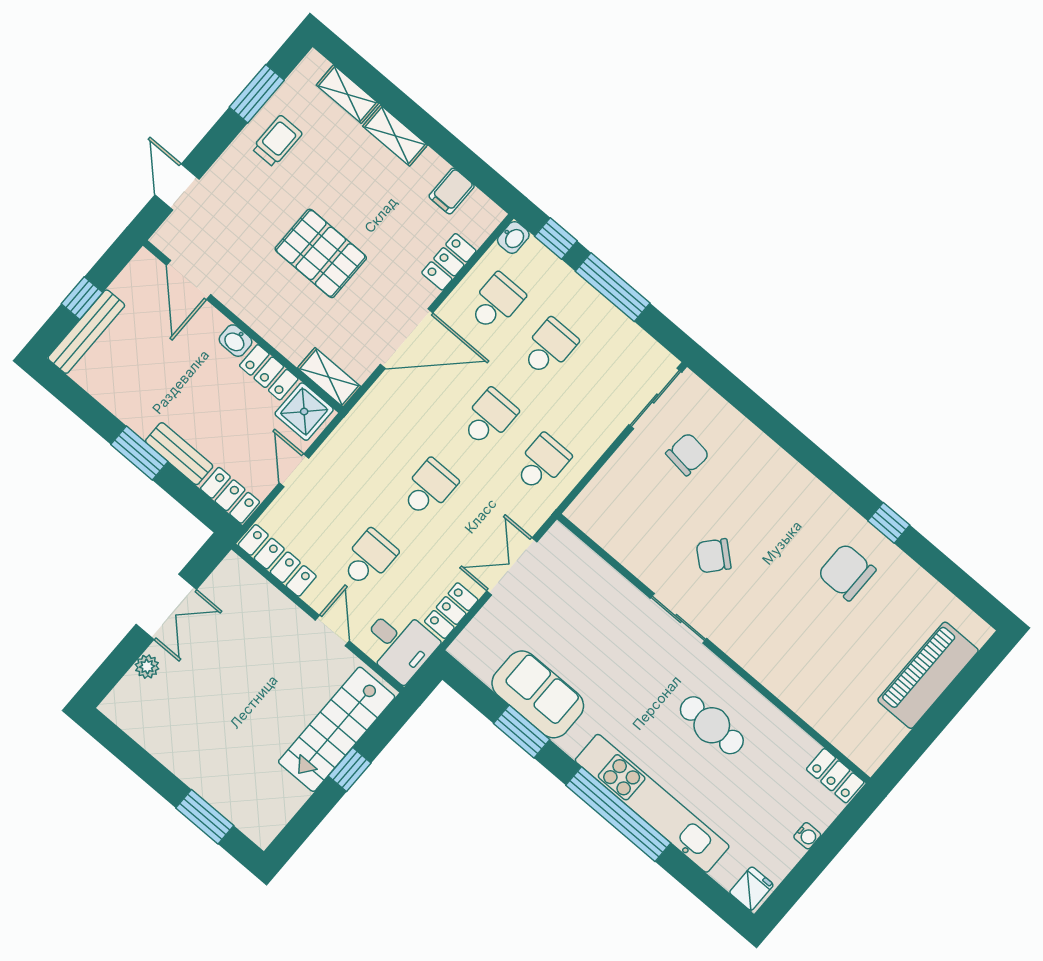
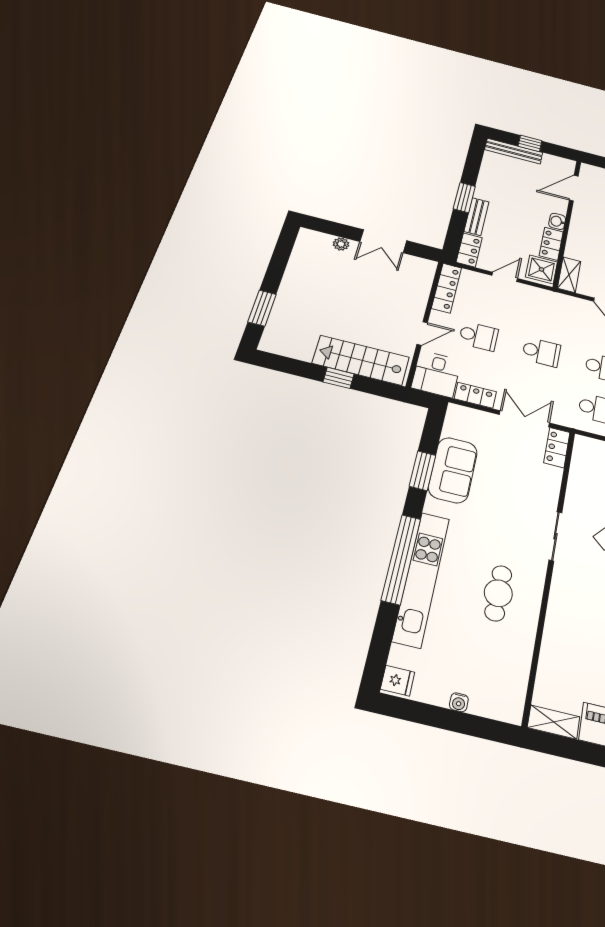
shelving: (880, 746) -> (554, 722), added
locker: (835, 776) -> (557, 448), moved

